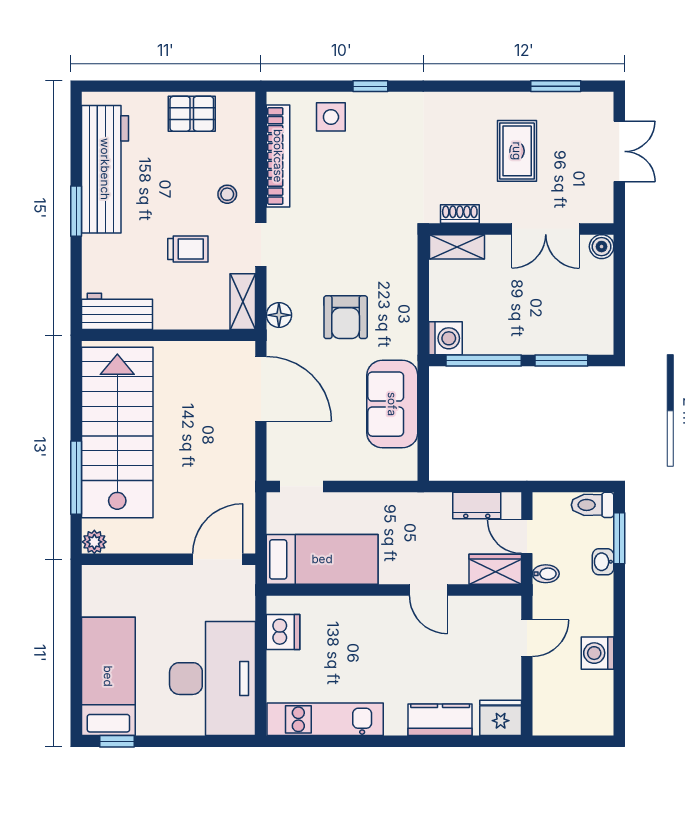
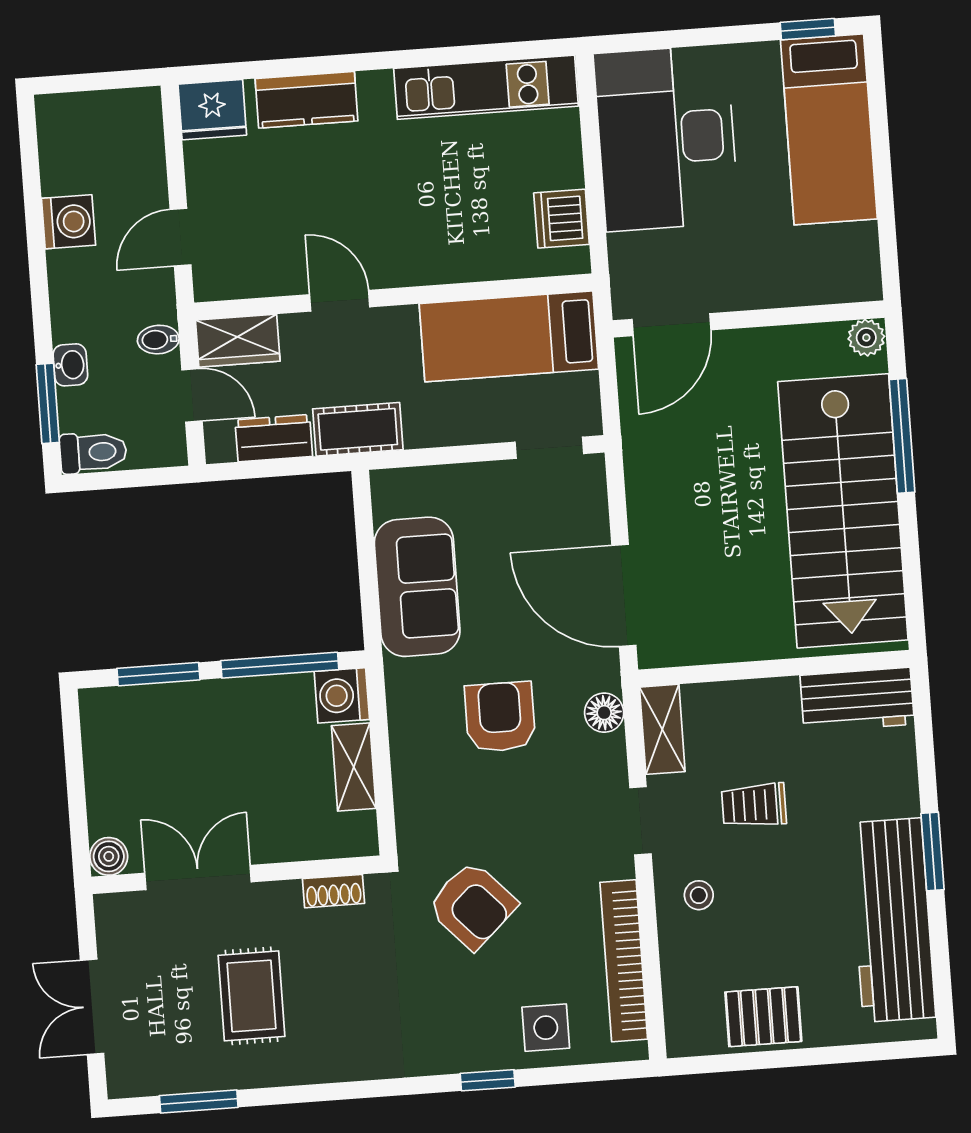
armchair: (372, 198) -> (472, 905), added
shelving: (457, 247) -> (354, 767), moved, turned 90
cot: (423, 507) -> (358, 429), added

